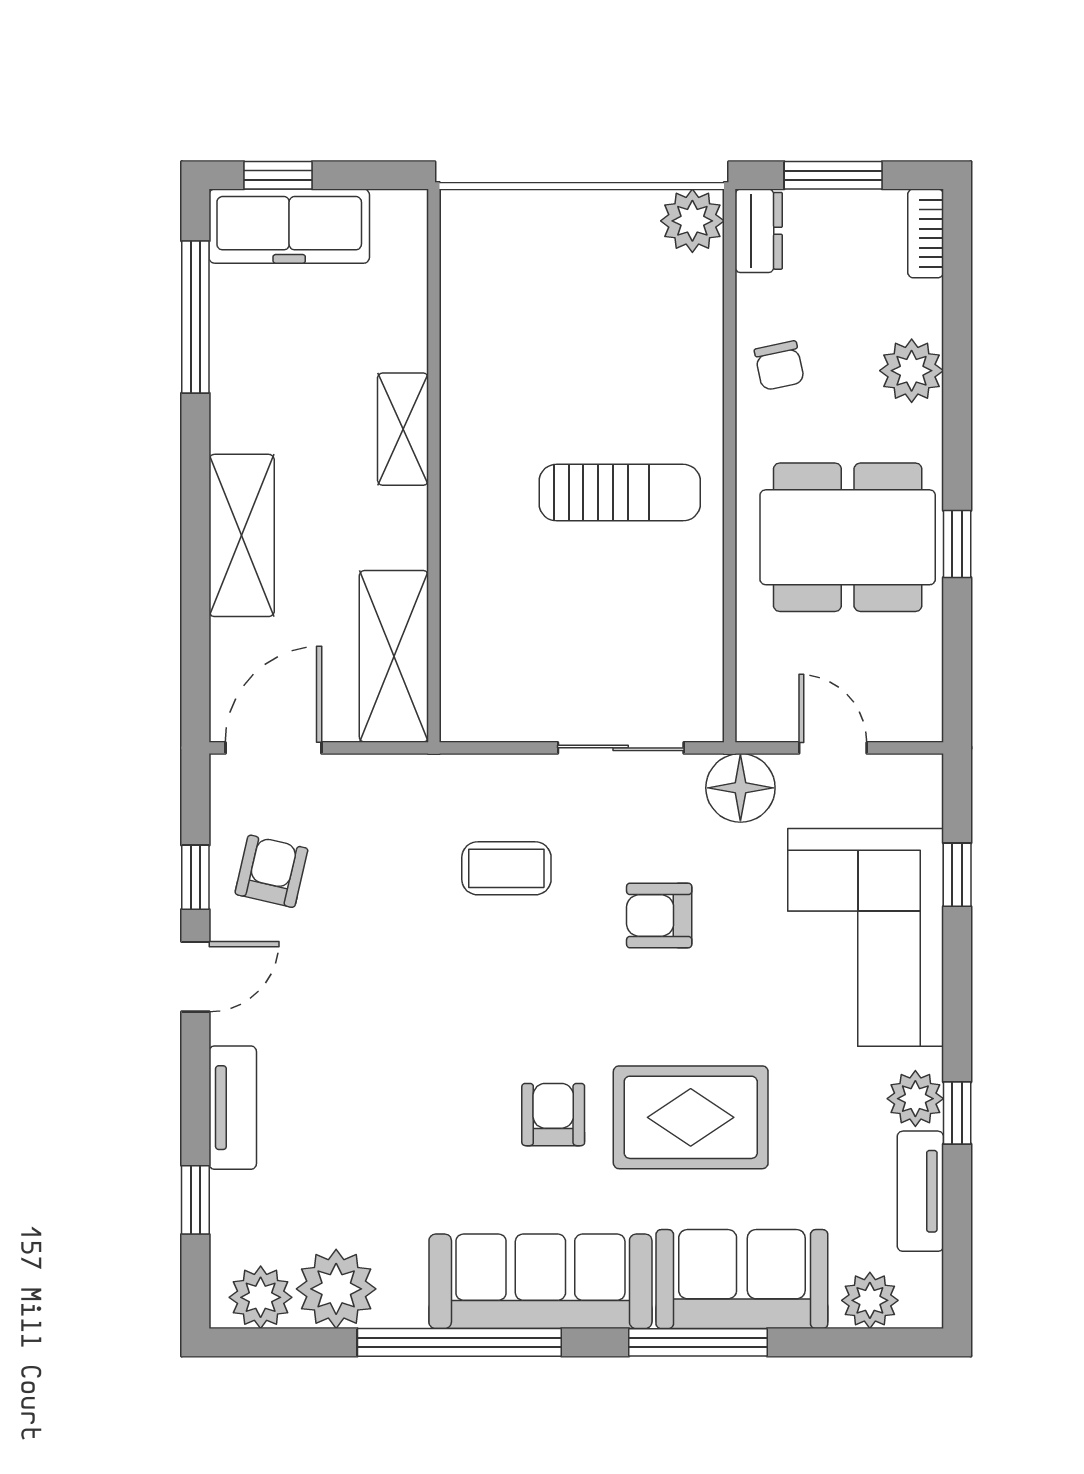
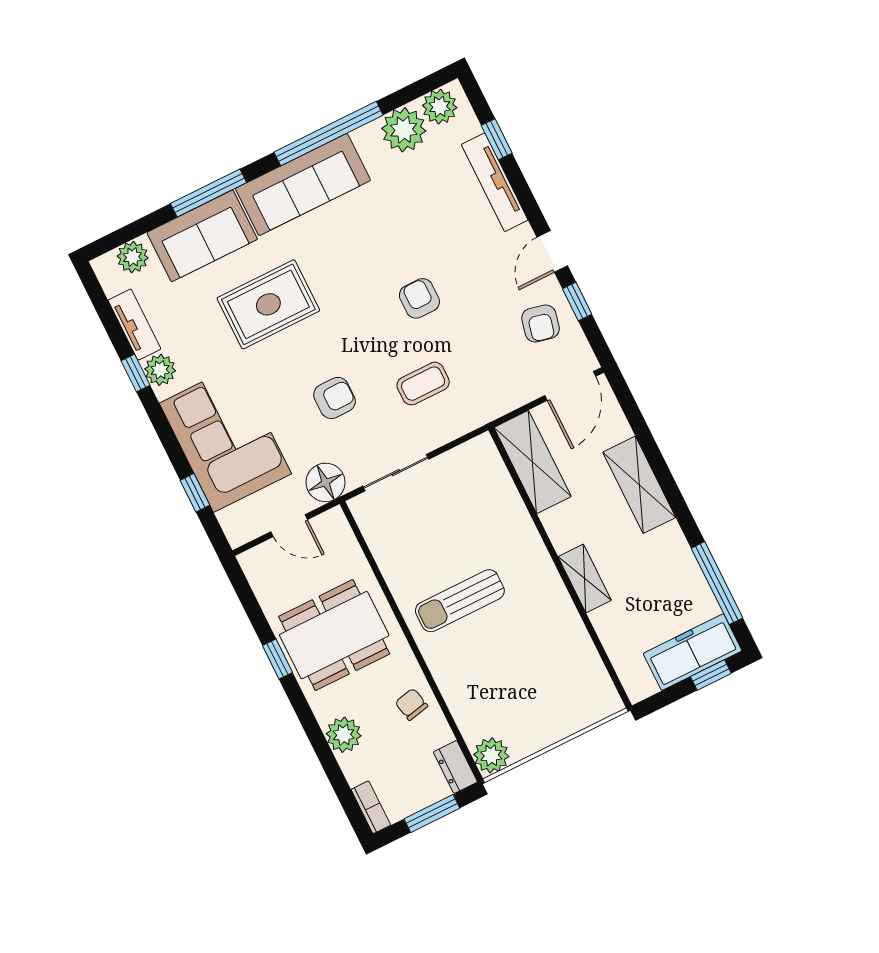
tv unit: (233, 1108) -> (495, 182), width x1.41
armchair: (553, 1115) -> (419, 298), moved, turned 180

